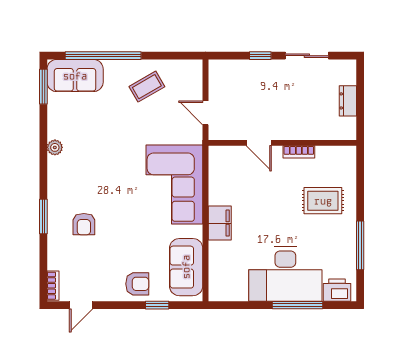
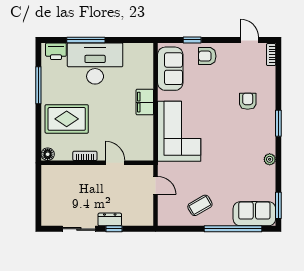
dresser: (348, 101) -> (110, 219), moved, turned -90
floor lamp: (348, 154) -> (48, 154), added
rug: (323, 201) -> (67, 119), width x1.36, depth x1.43
window: (43, 217) -> (278, 123), moved
door: (81, 305) -> (250, 40), hinge flipped

